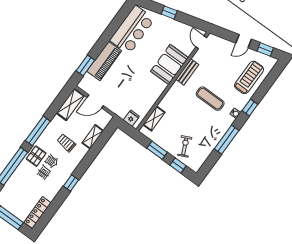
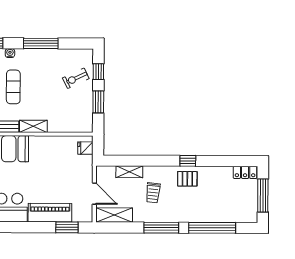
shelving: (154, 119) -> (33, 126), moved
pallet: (36, 156) -> (187, 179), moved
locker: (38, 213) -> (245, 172), width x0.66

